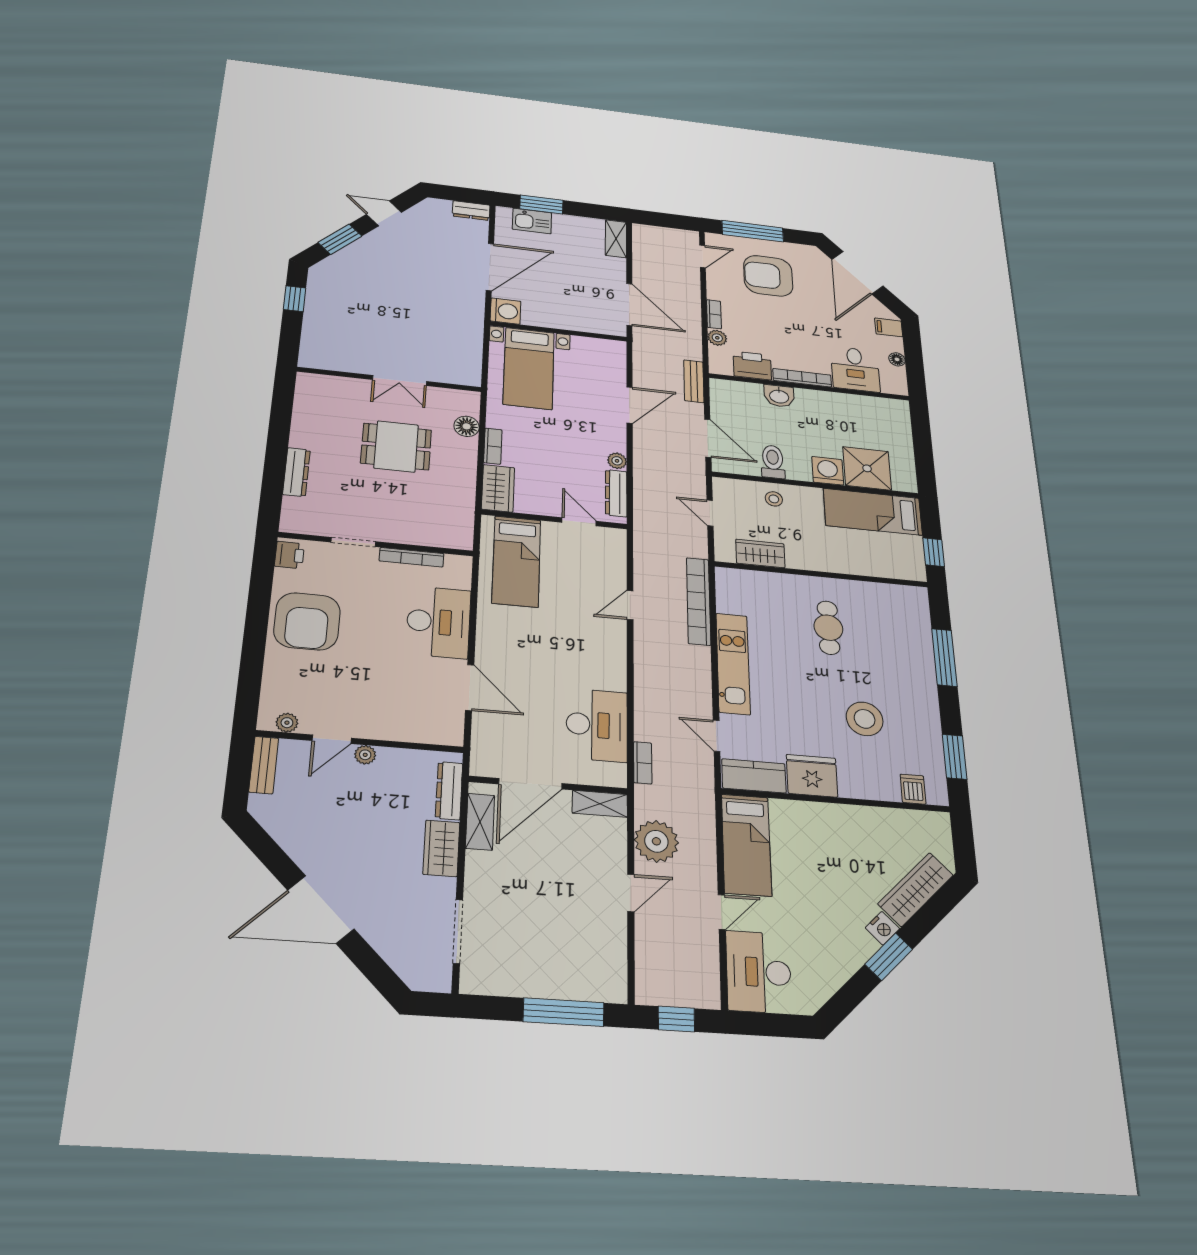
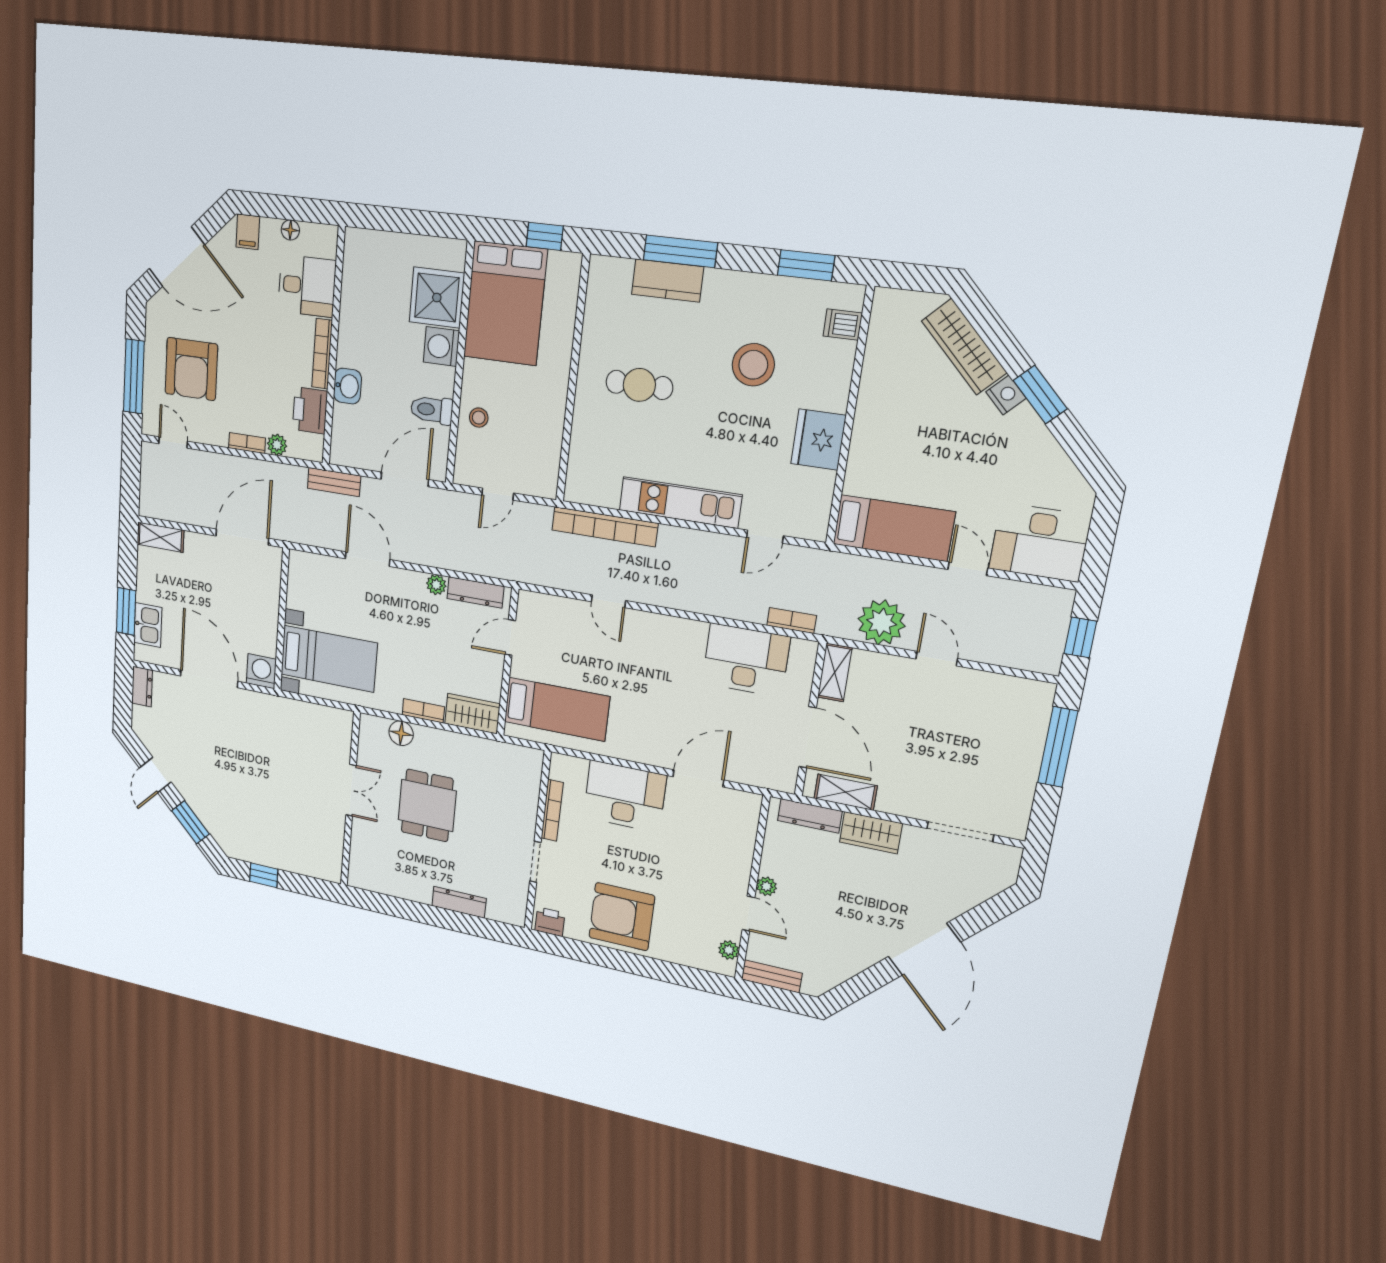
bed: (873, 512) -> (505, 303), width x1.50
wardrobe: (760, 553) -> (547, 446), removed
armchair: (307, 621) -> (622, 917), turned 180
kitchen counter: (754, 776) -> (667, 281), moved, turned -90

